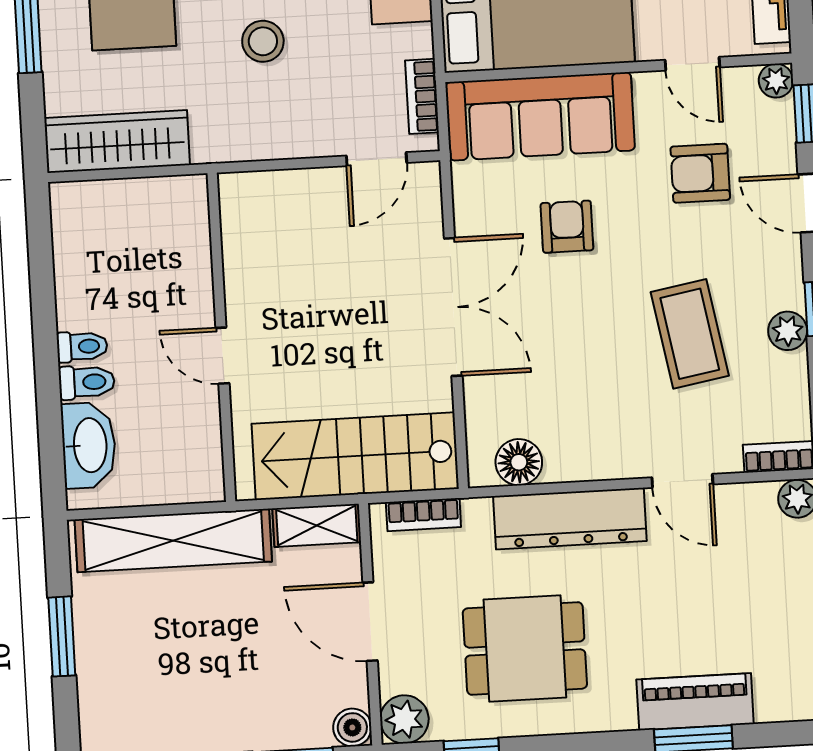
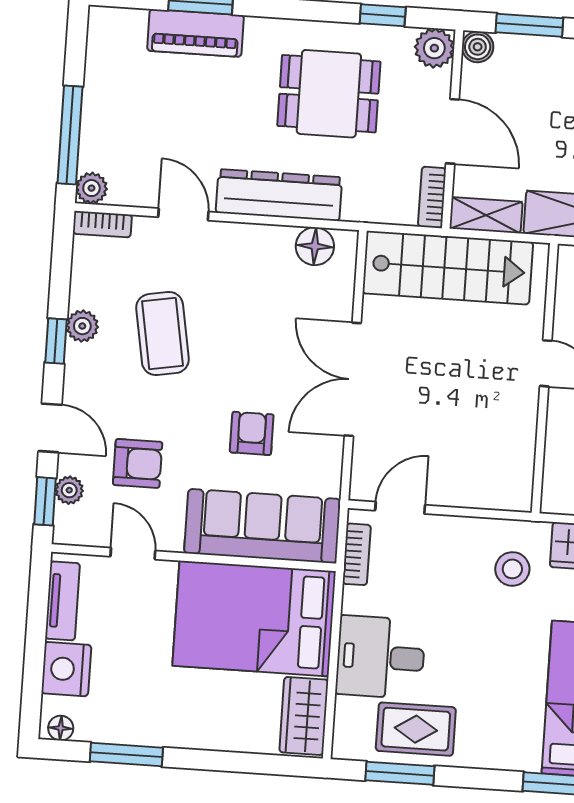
stool: (263, 41) -> (512, 569), moved
plant: (776, 81) -> (69, 490), moved
armchair: (567, 227) -> (252, 433), turned 180
bookcase: (423, 515) -> (432, 197), moved, turned -90

